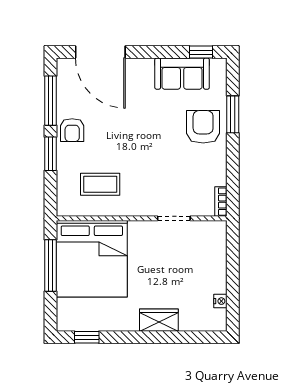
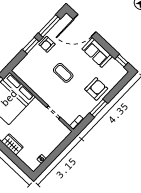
door: (100, 52) -> (85, 26), hinge flipped
sofa: (182, 74) -> (97, 53), moved
window: (233, 114) -> (99, 108), moved
coffee table: (100, 184) -> (63, 73), moved

